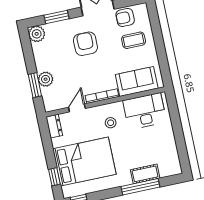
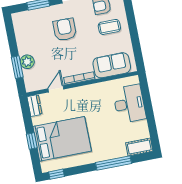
plant: (37, 34) -> (20, 20), removed
desk: (145, 111) -> (129, 104), moved, turned 90
stool: (111, 123) -> (87, 103), removed
cot: (145, 174) -> (139, 147), moved
window: (54, 177) -> (32, 141), moved

